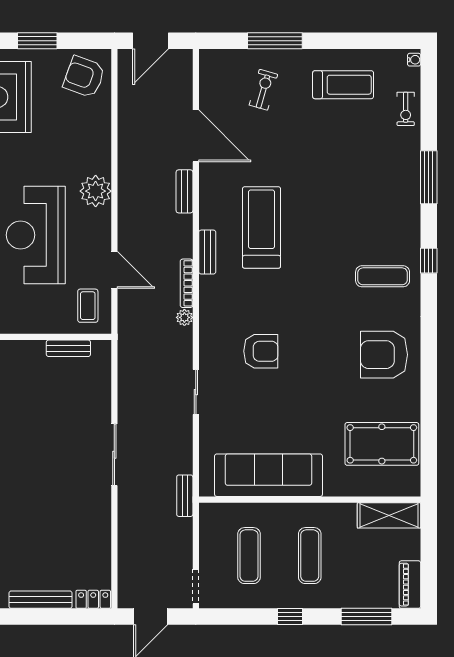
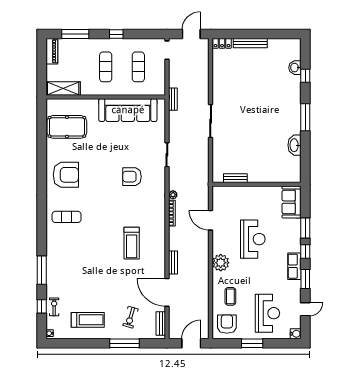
armchair: (84, 77) -> (227, 324), turned -110
treadmill: (343, 85) -> (88, 320), turned 180
treadmill: (262, 227) -> (132, 243), width x0.73, depth x0.73
reception desk: (36, 235) -> (253, 239), width x0.74, depth x0.77
bench: (207, 252) -> (161, 324), moved
window: (429, 261) -> (42, 306), moved
coffee table: (88, 306) -> (230, 296), moved

